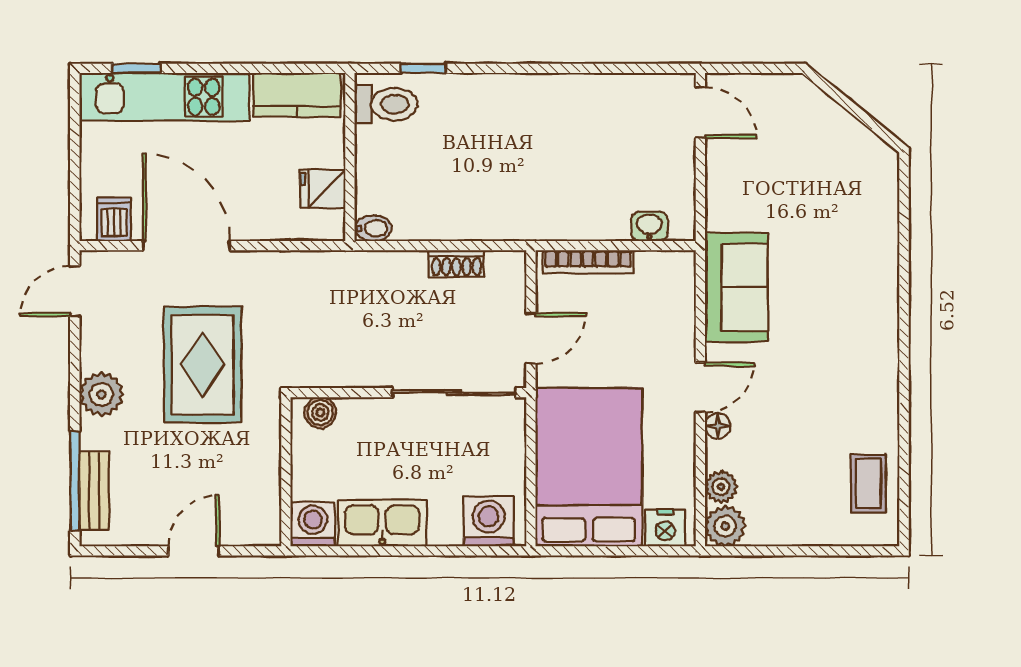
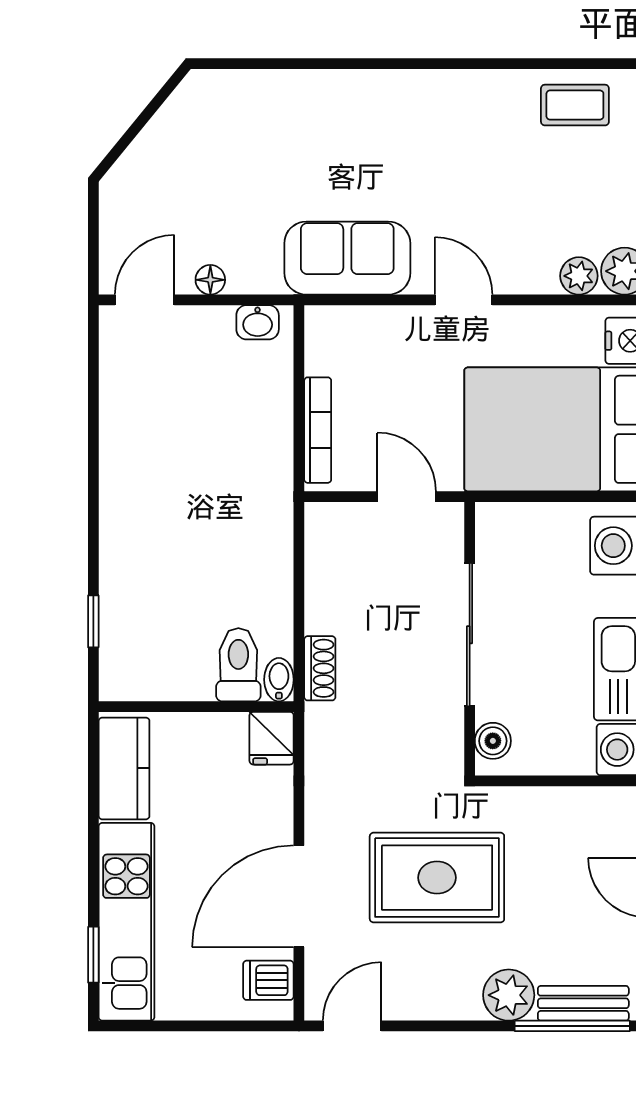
toilet: (386, 104) -> (238, 665), moved
fridge: (323, 189) -> (272, 738), moved
washbasin: (649, 226) -> (258, 322), moved, turned -90
shoe rack: (456, 264) -> (320, 668), moved
door: (75, 291) -> (352, 1026), swing flipped
sliding door: (454, 393) -> (470, 635), moved
plant: (101, 394) -> (509, 995), moved
floor lamp: (718, 426) -> (210, 280), moved

